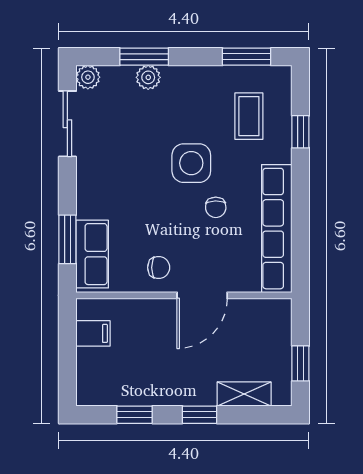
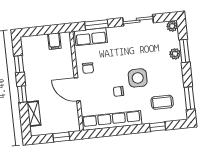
sliding door: (67, 124) -> (138, 20), moved
window: (300, 363) -> (61, 137), moved

